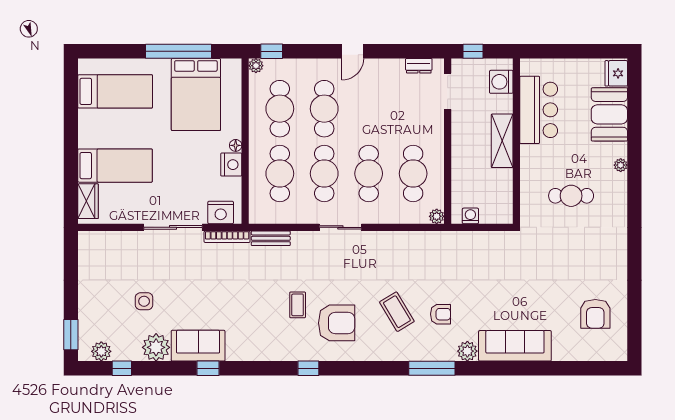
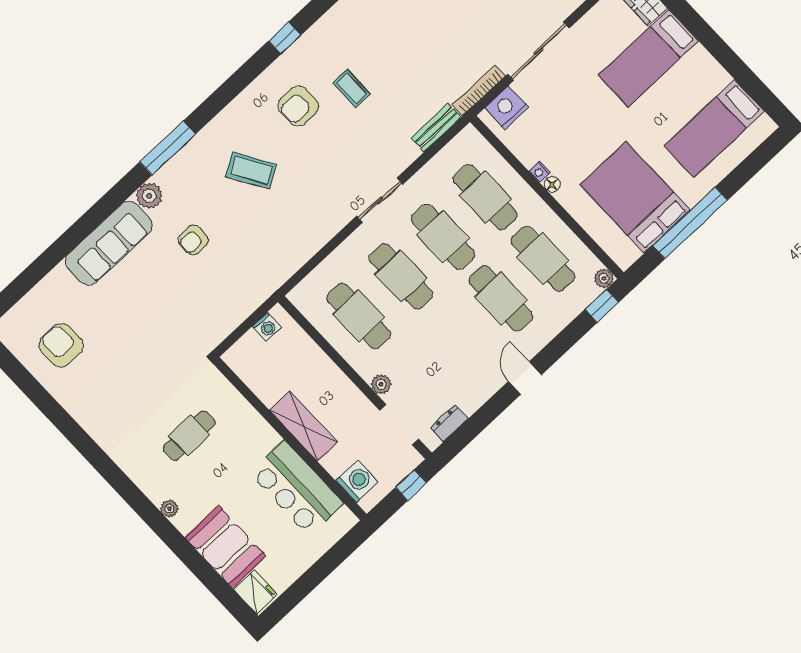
nightstand: (231, 165) -> (540, 172), width x0.53, depth x0.56
plant: (437, 216) -> (381, 384), moved
armchair: (441, 314) -> (193, 240), moved
armchair: (337, 323) -> (298, 106), width x0.73, depth x0.73

